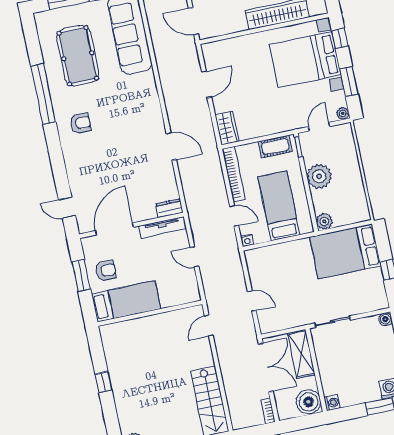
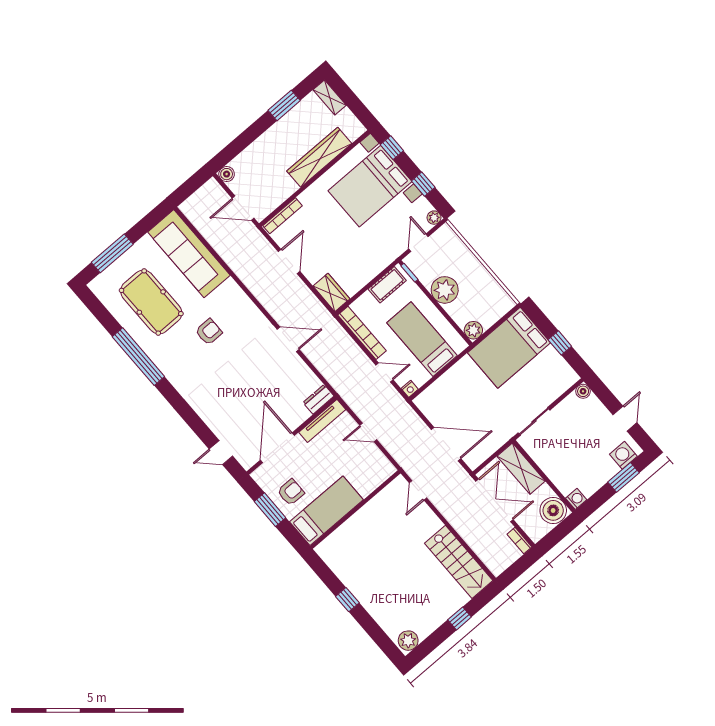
bookcase: (222, 45) -> (283, 216), added
window: (349, 82) -> (423, 184), width x0.67
armchair: (80, 123) -> (209, 332), moved
door: (252, 301) -> (446, 444), width x1.87

